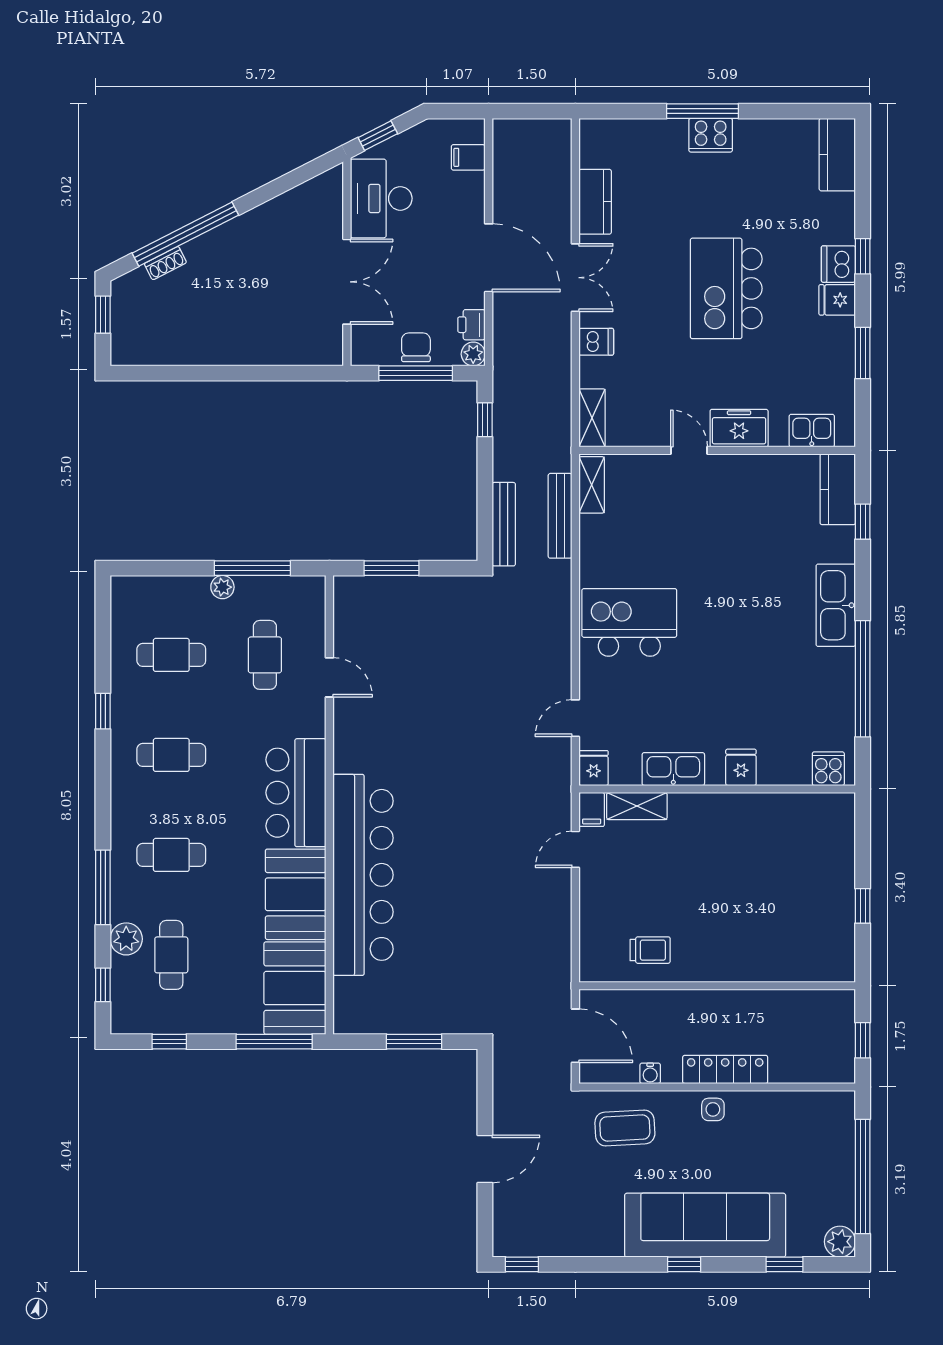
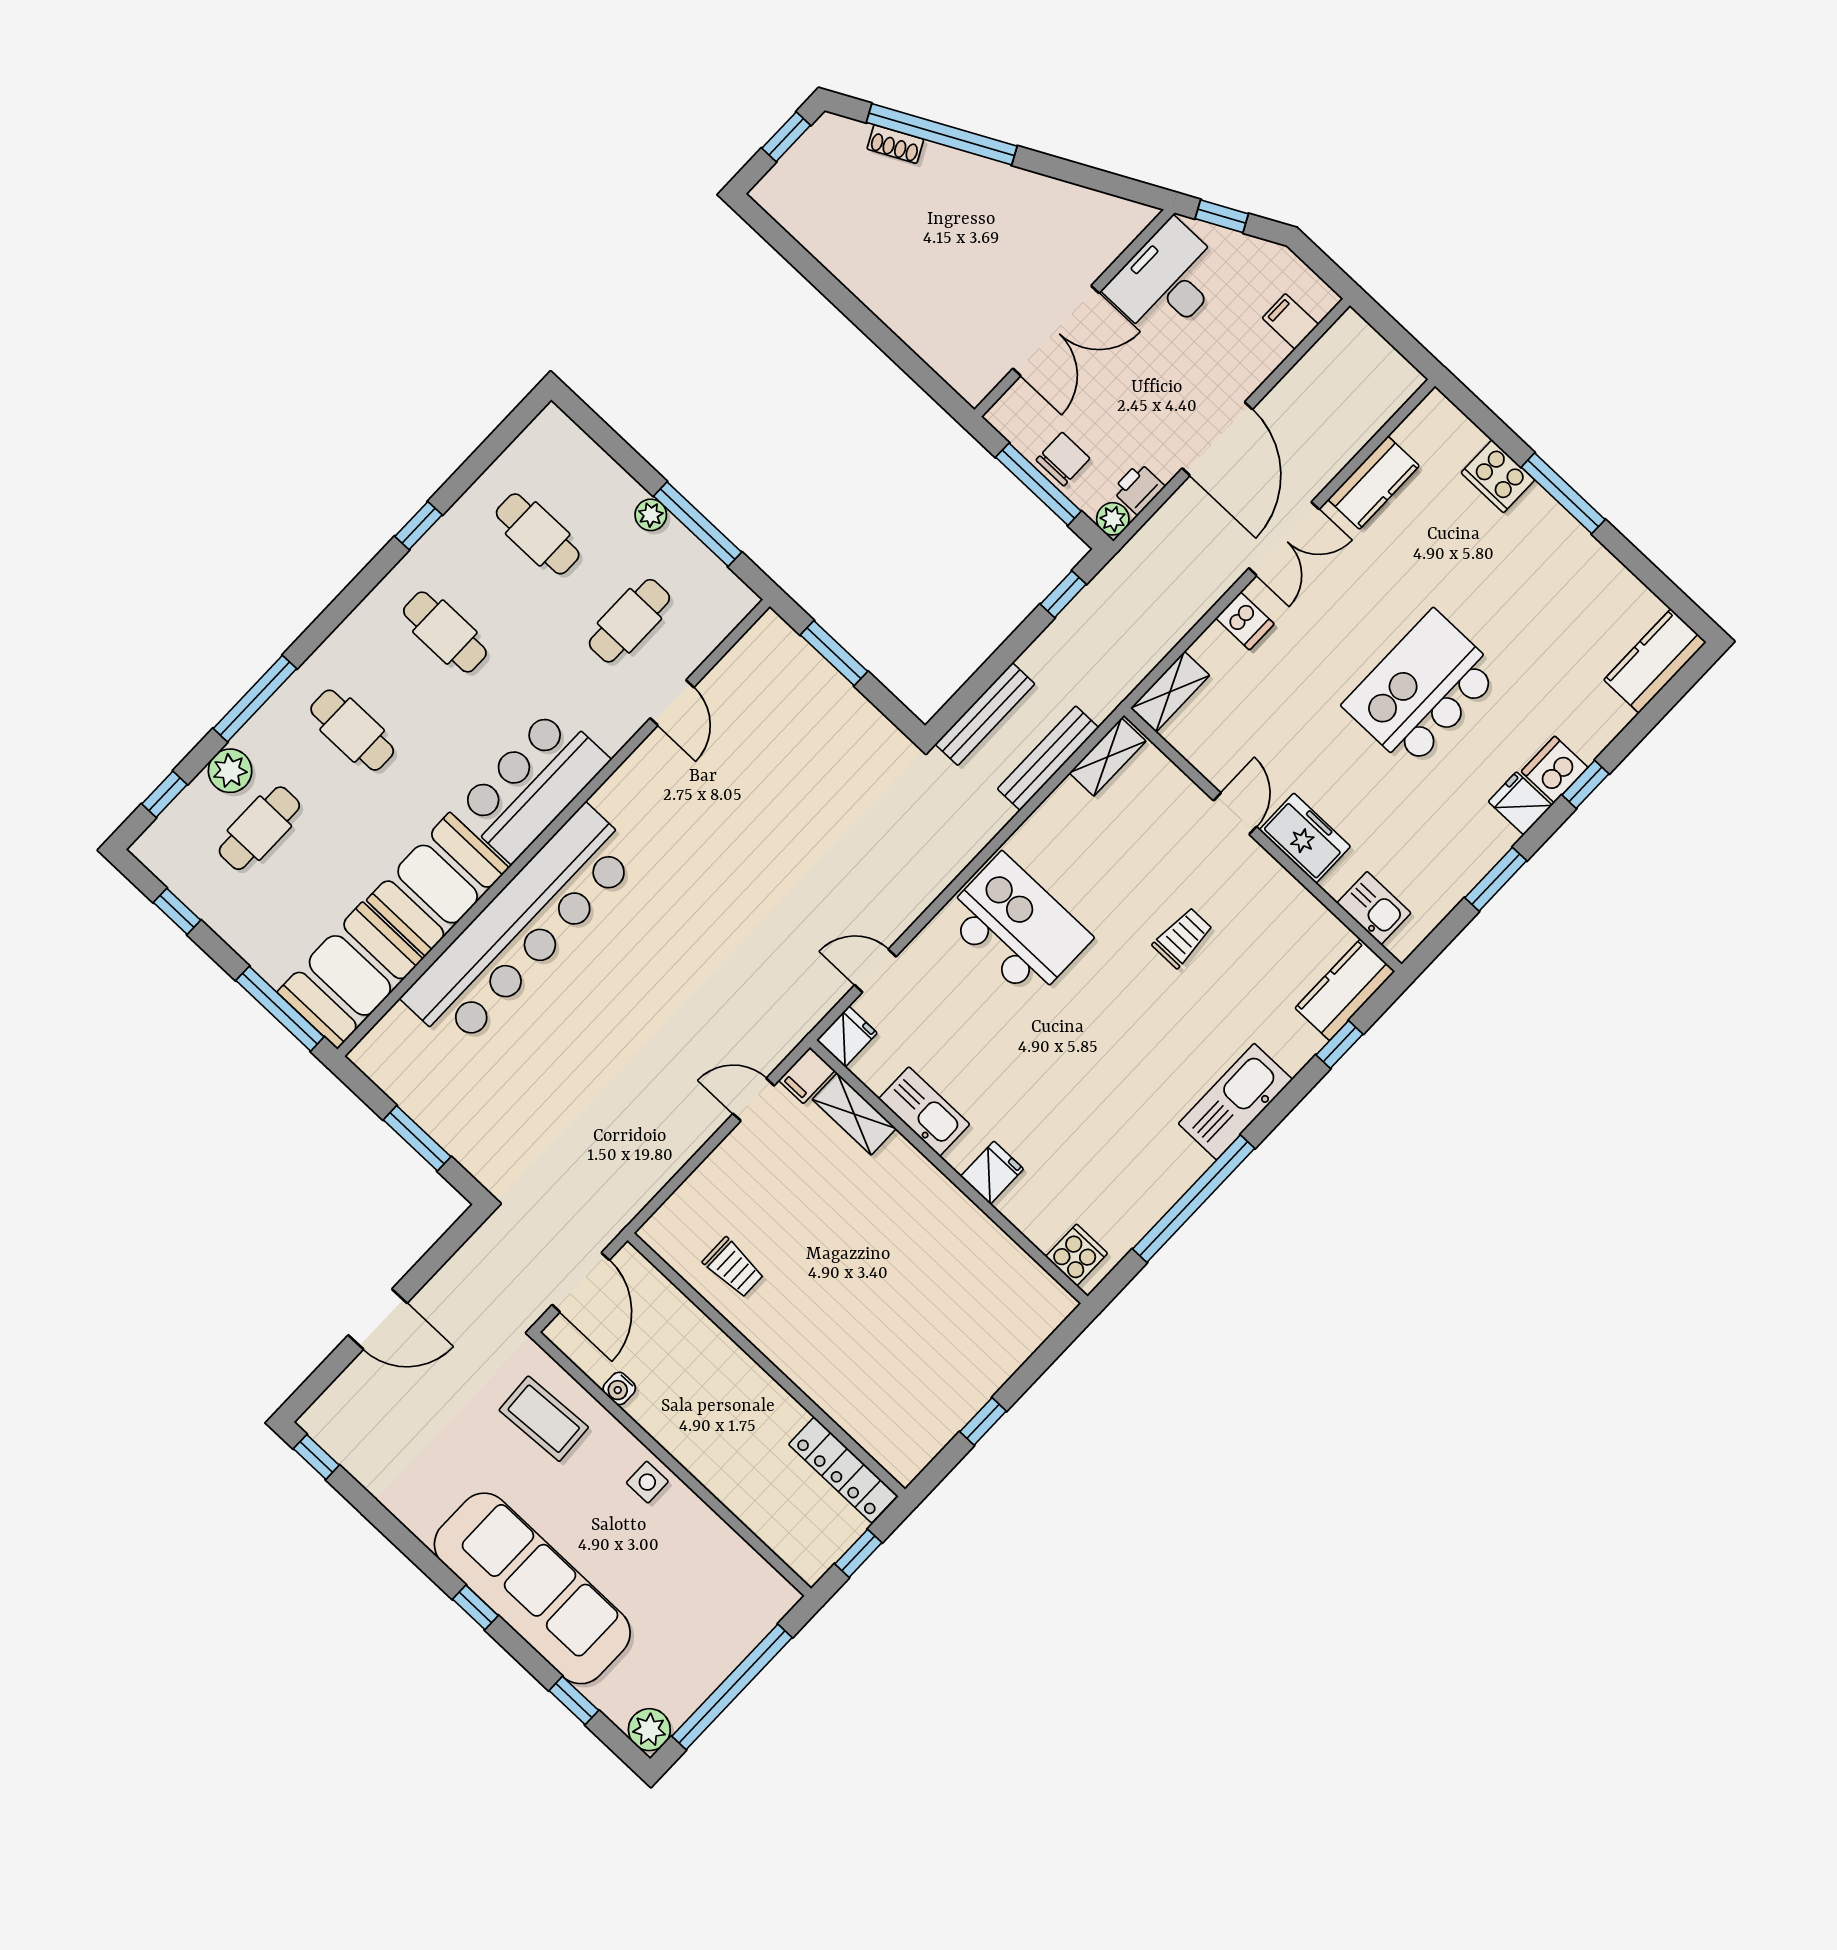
cooker: (711, 135) -> (1498, 476), moved
trolley: (724, 544) -> (1183, 938), added
locker: (725, 1069) -> (843, 1470), moved, turned 180

